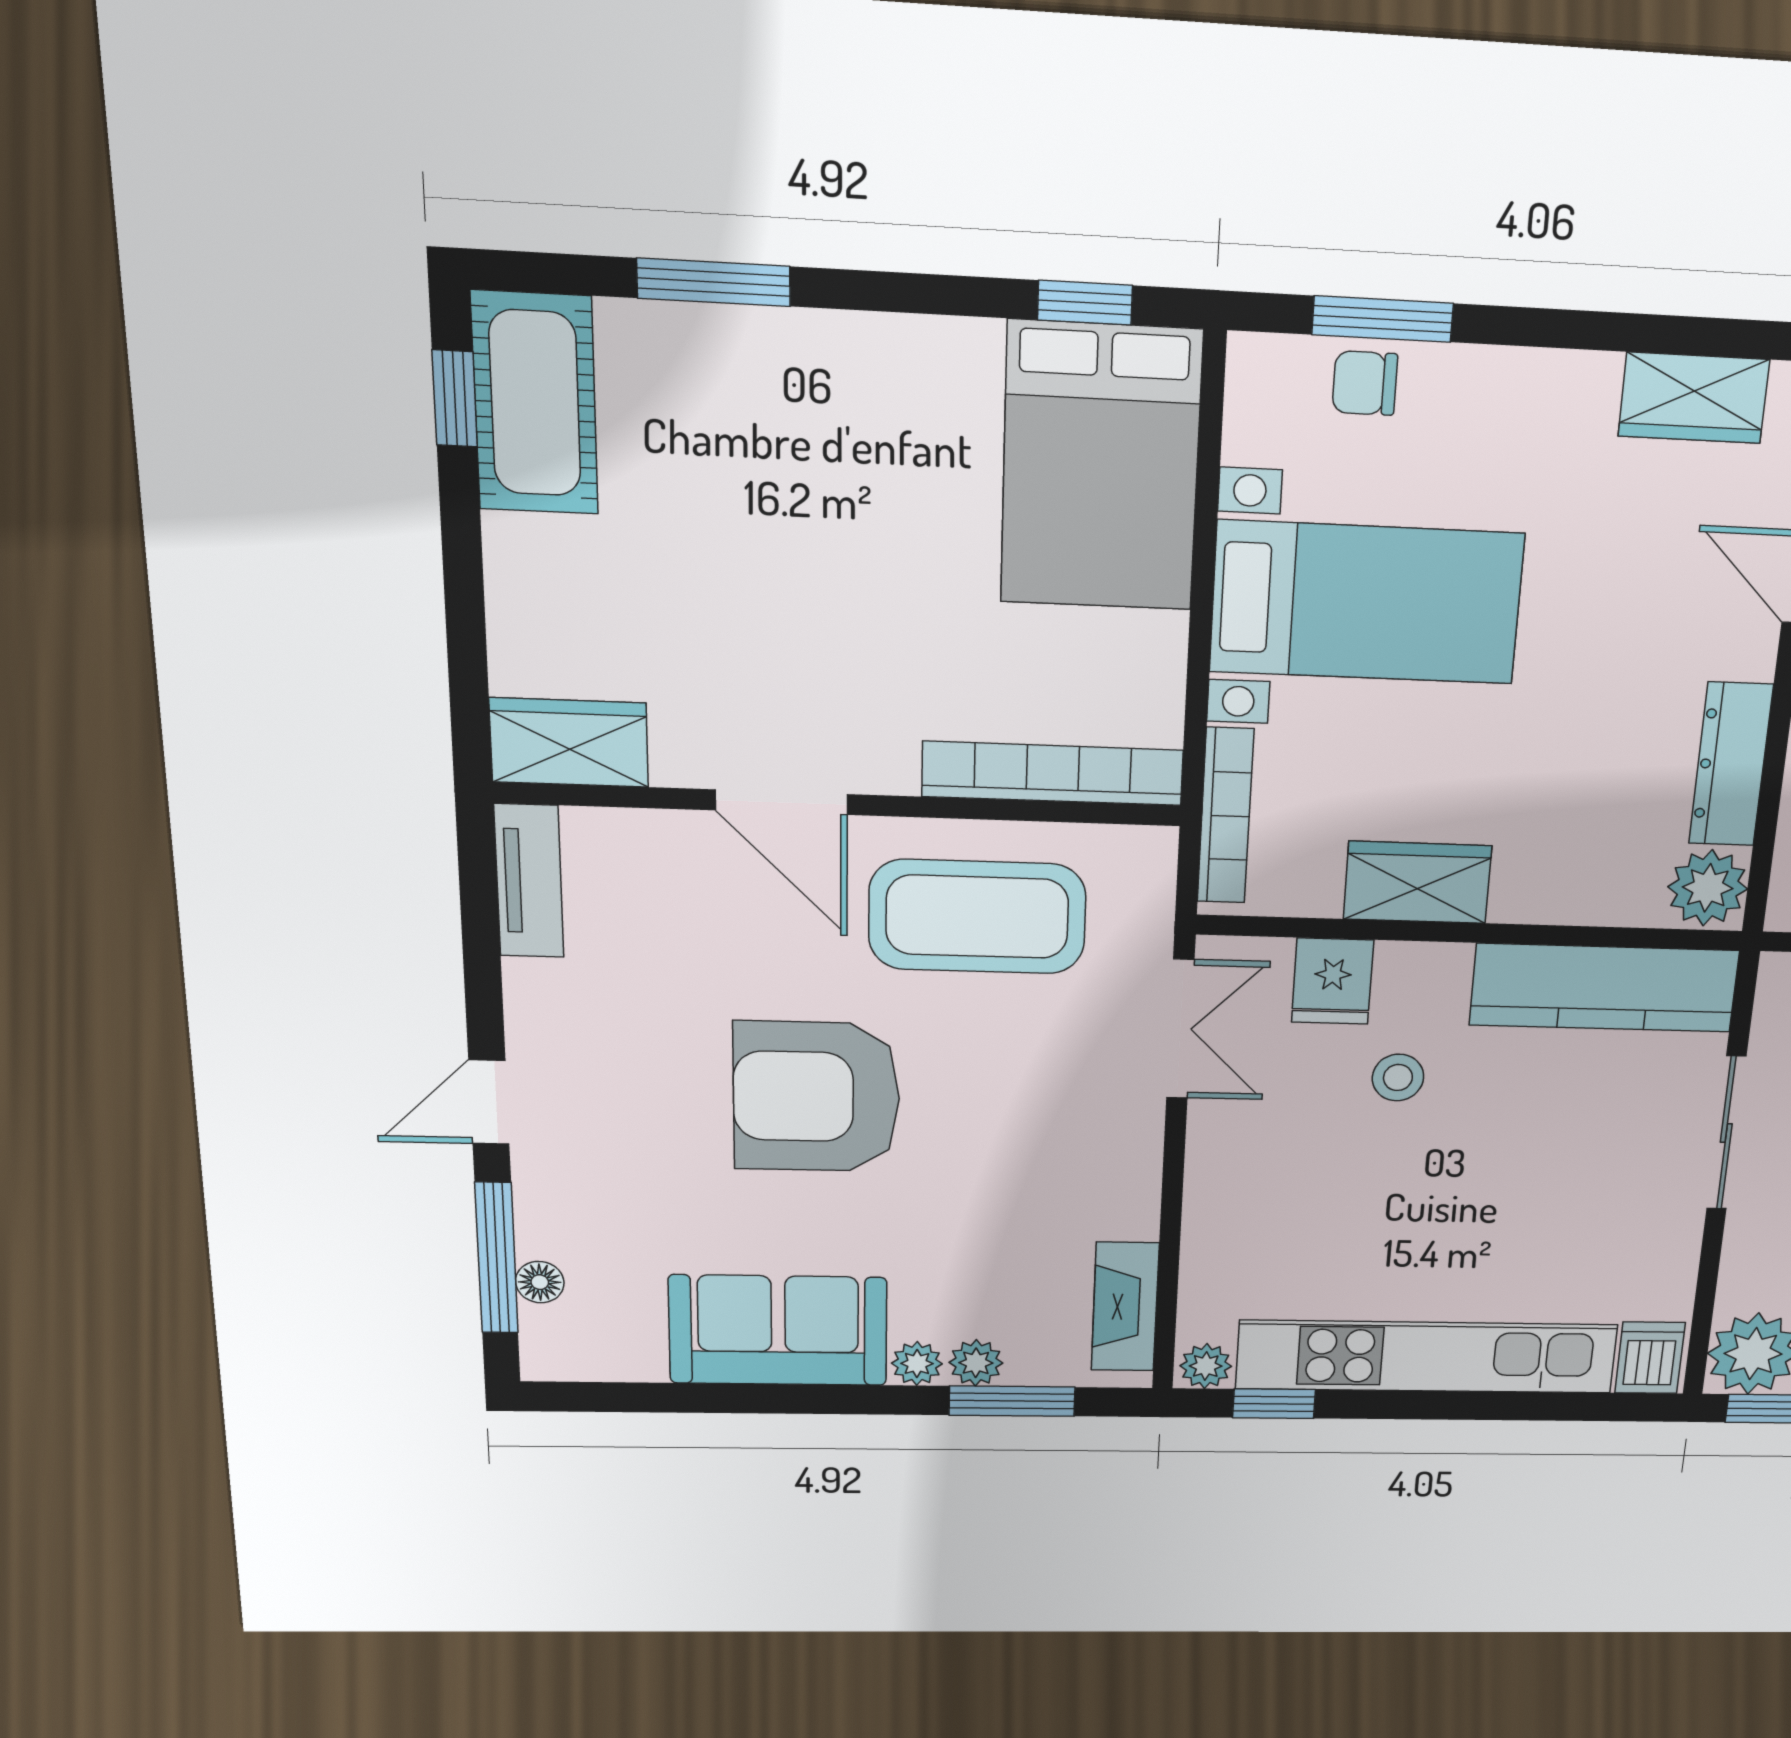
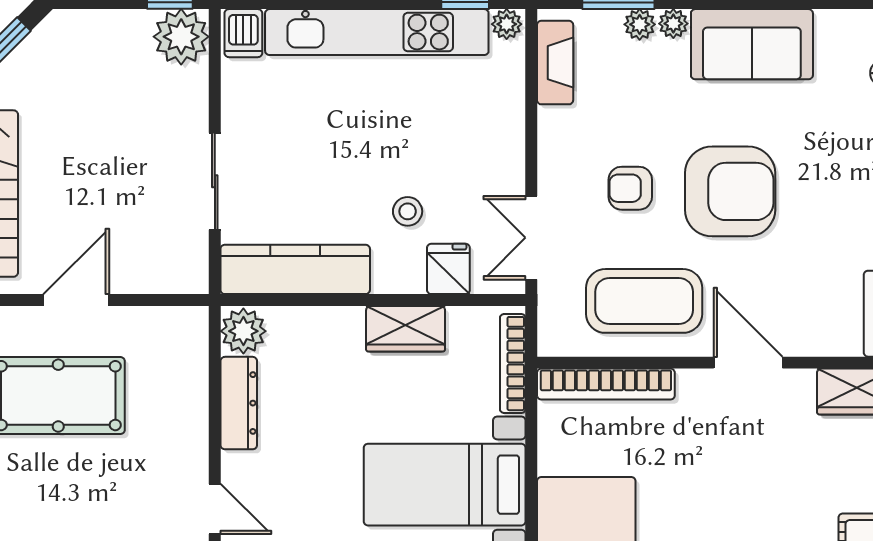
armchair: (998, 1106) -> (630, 188), added

